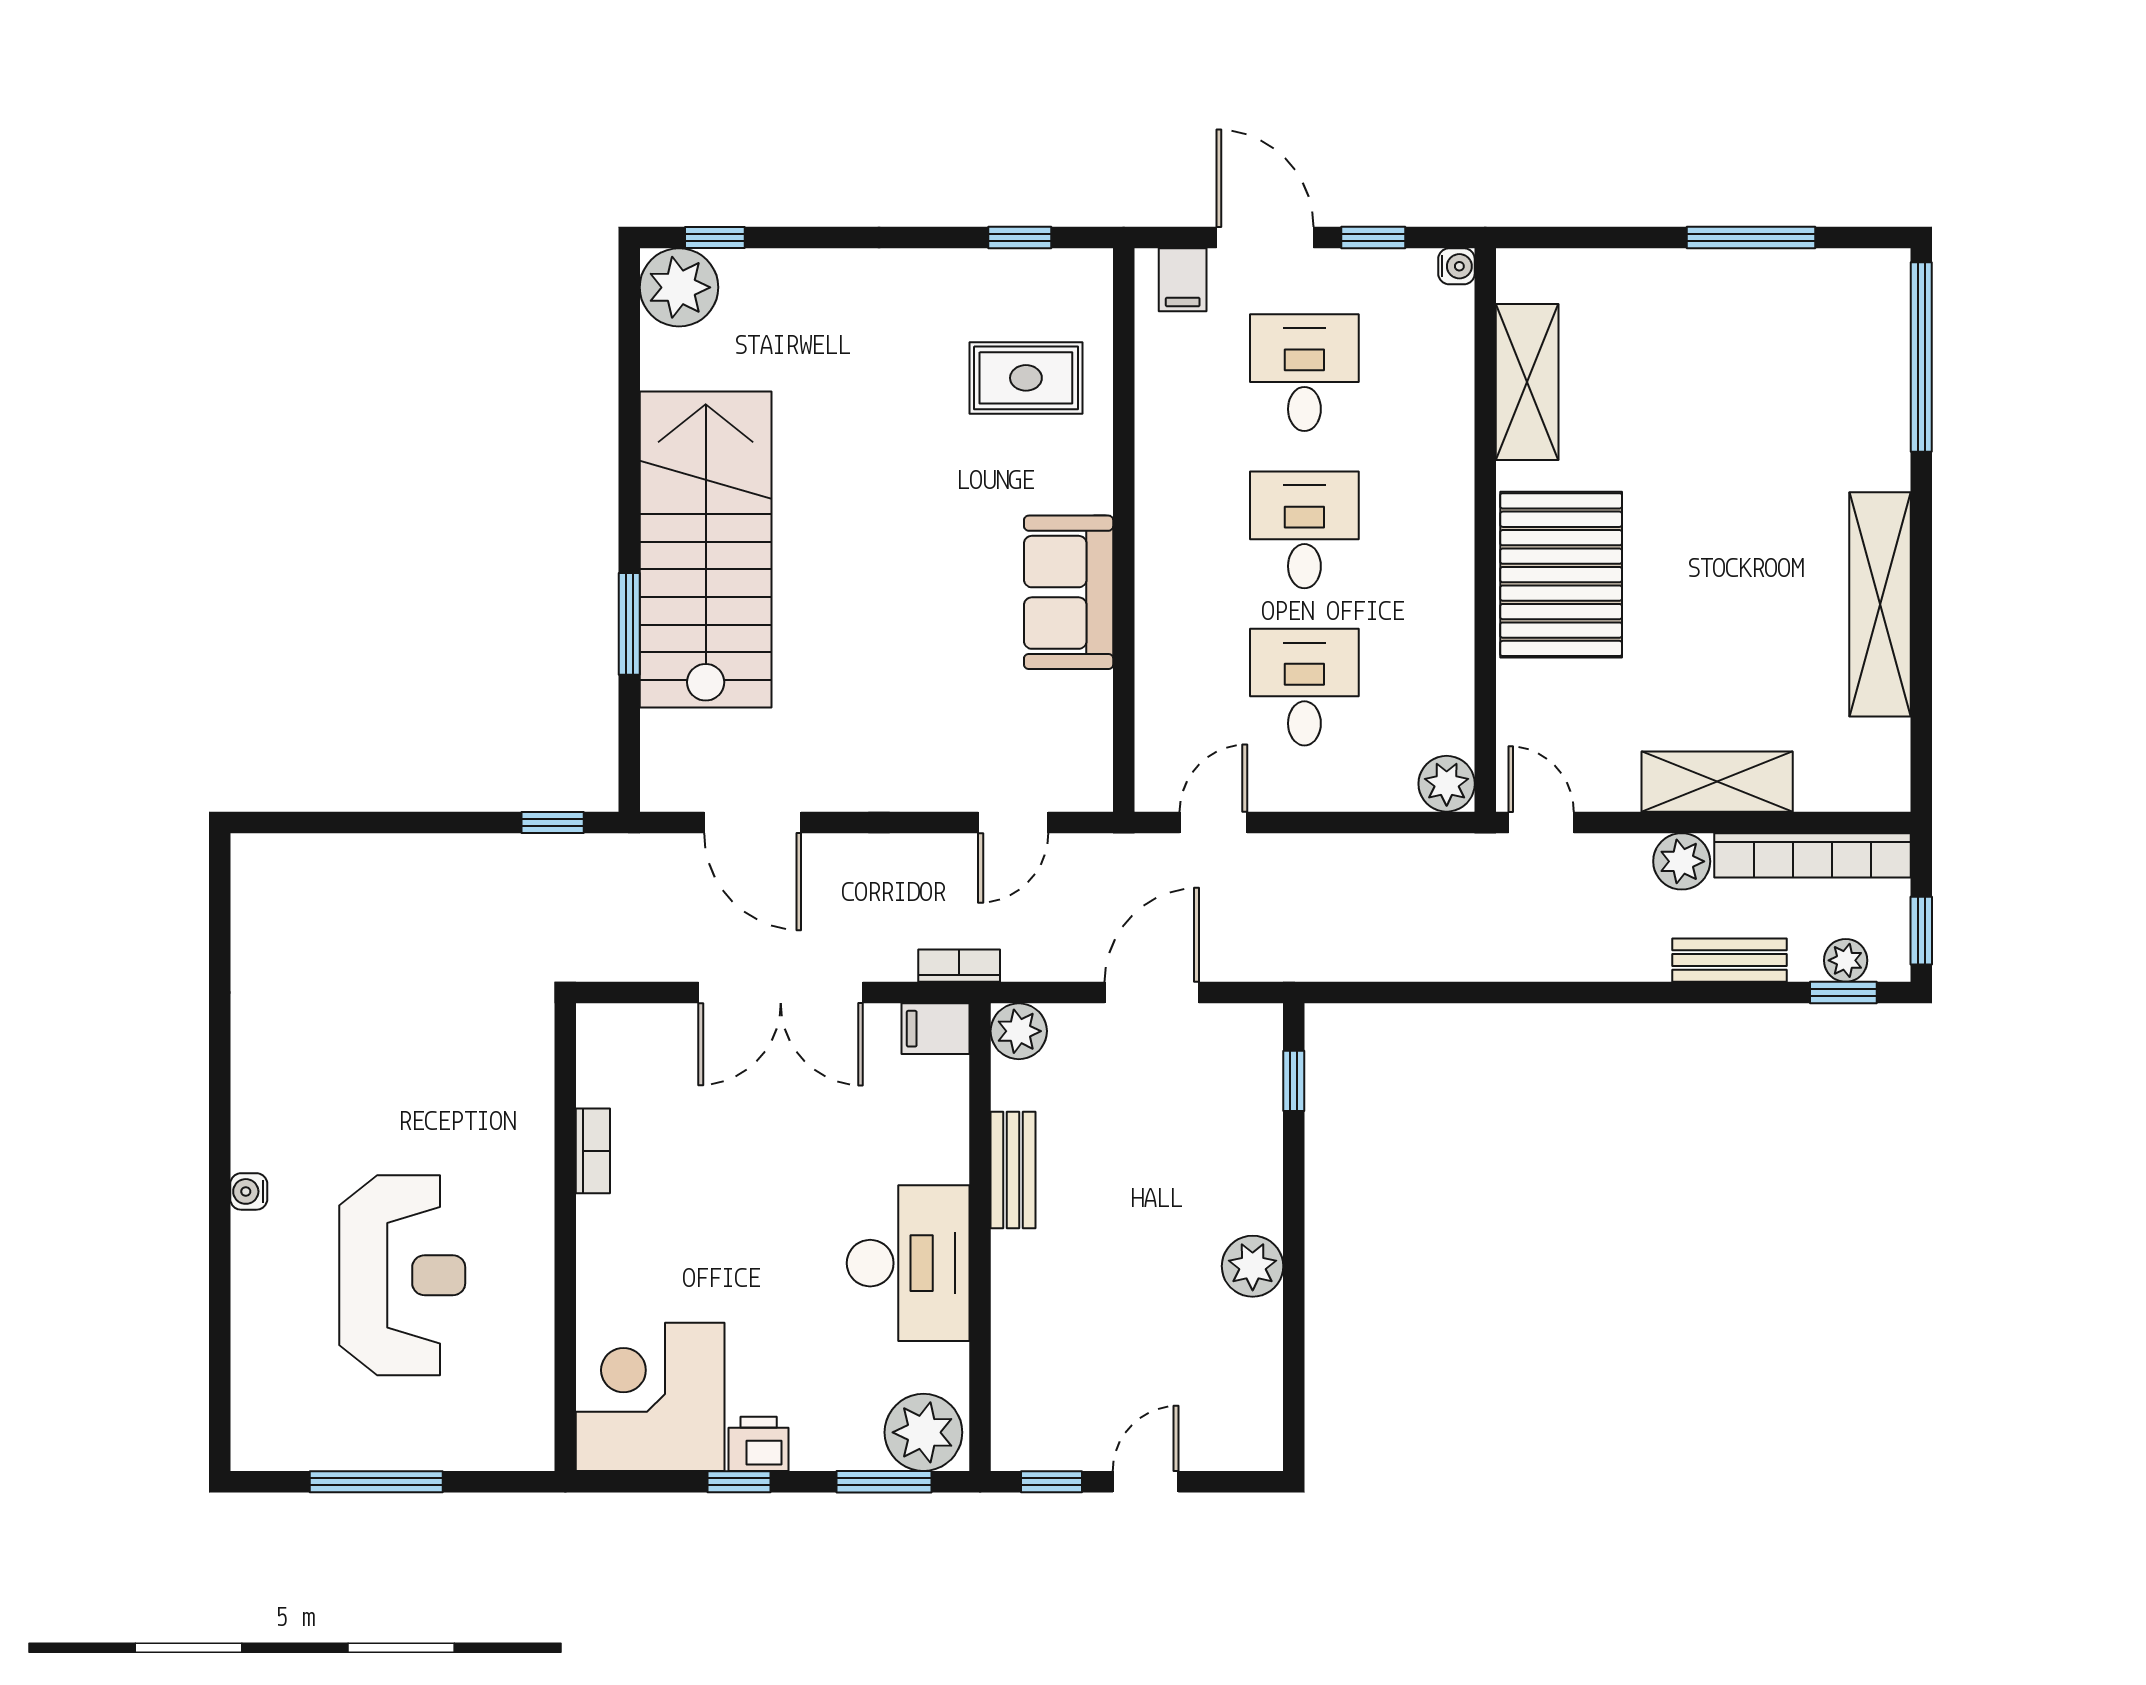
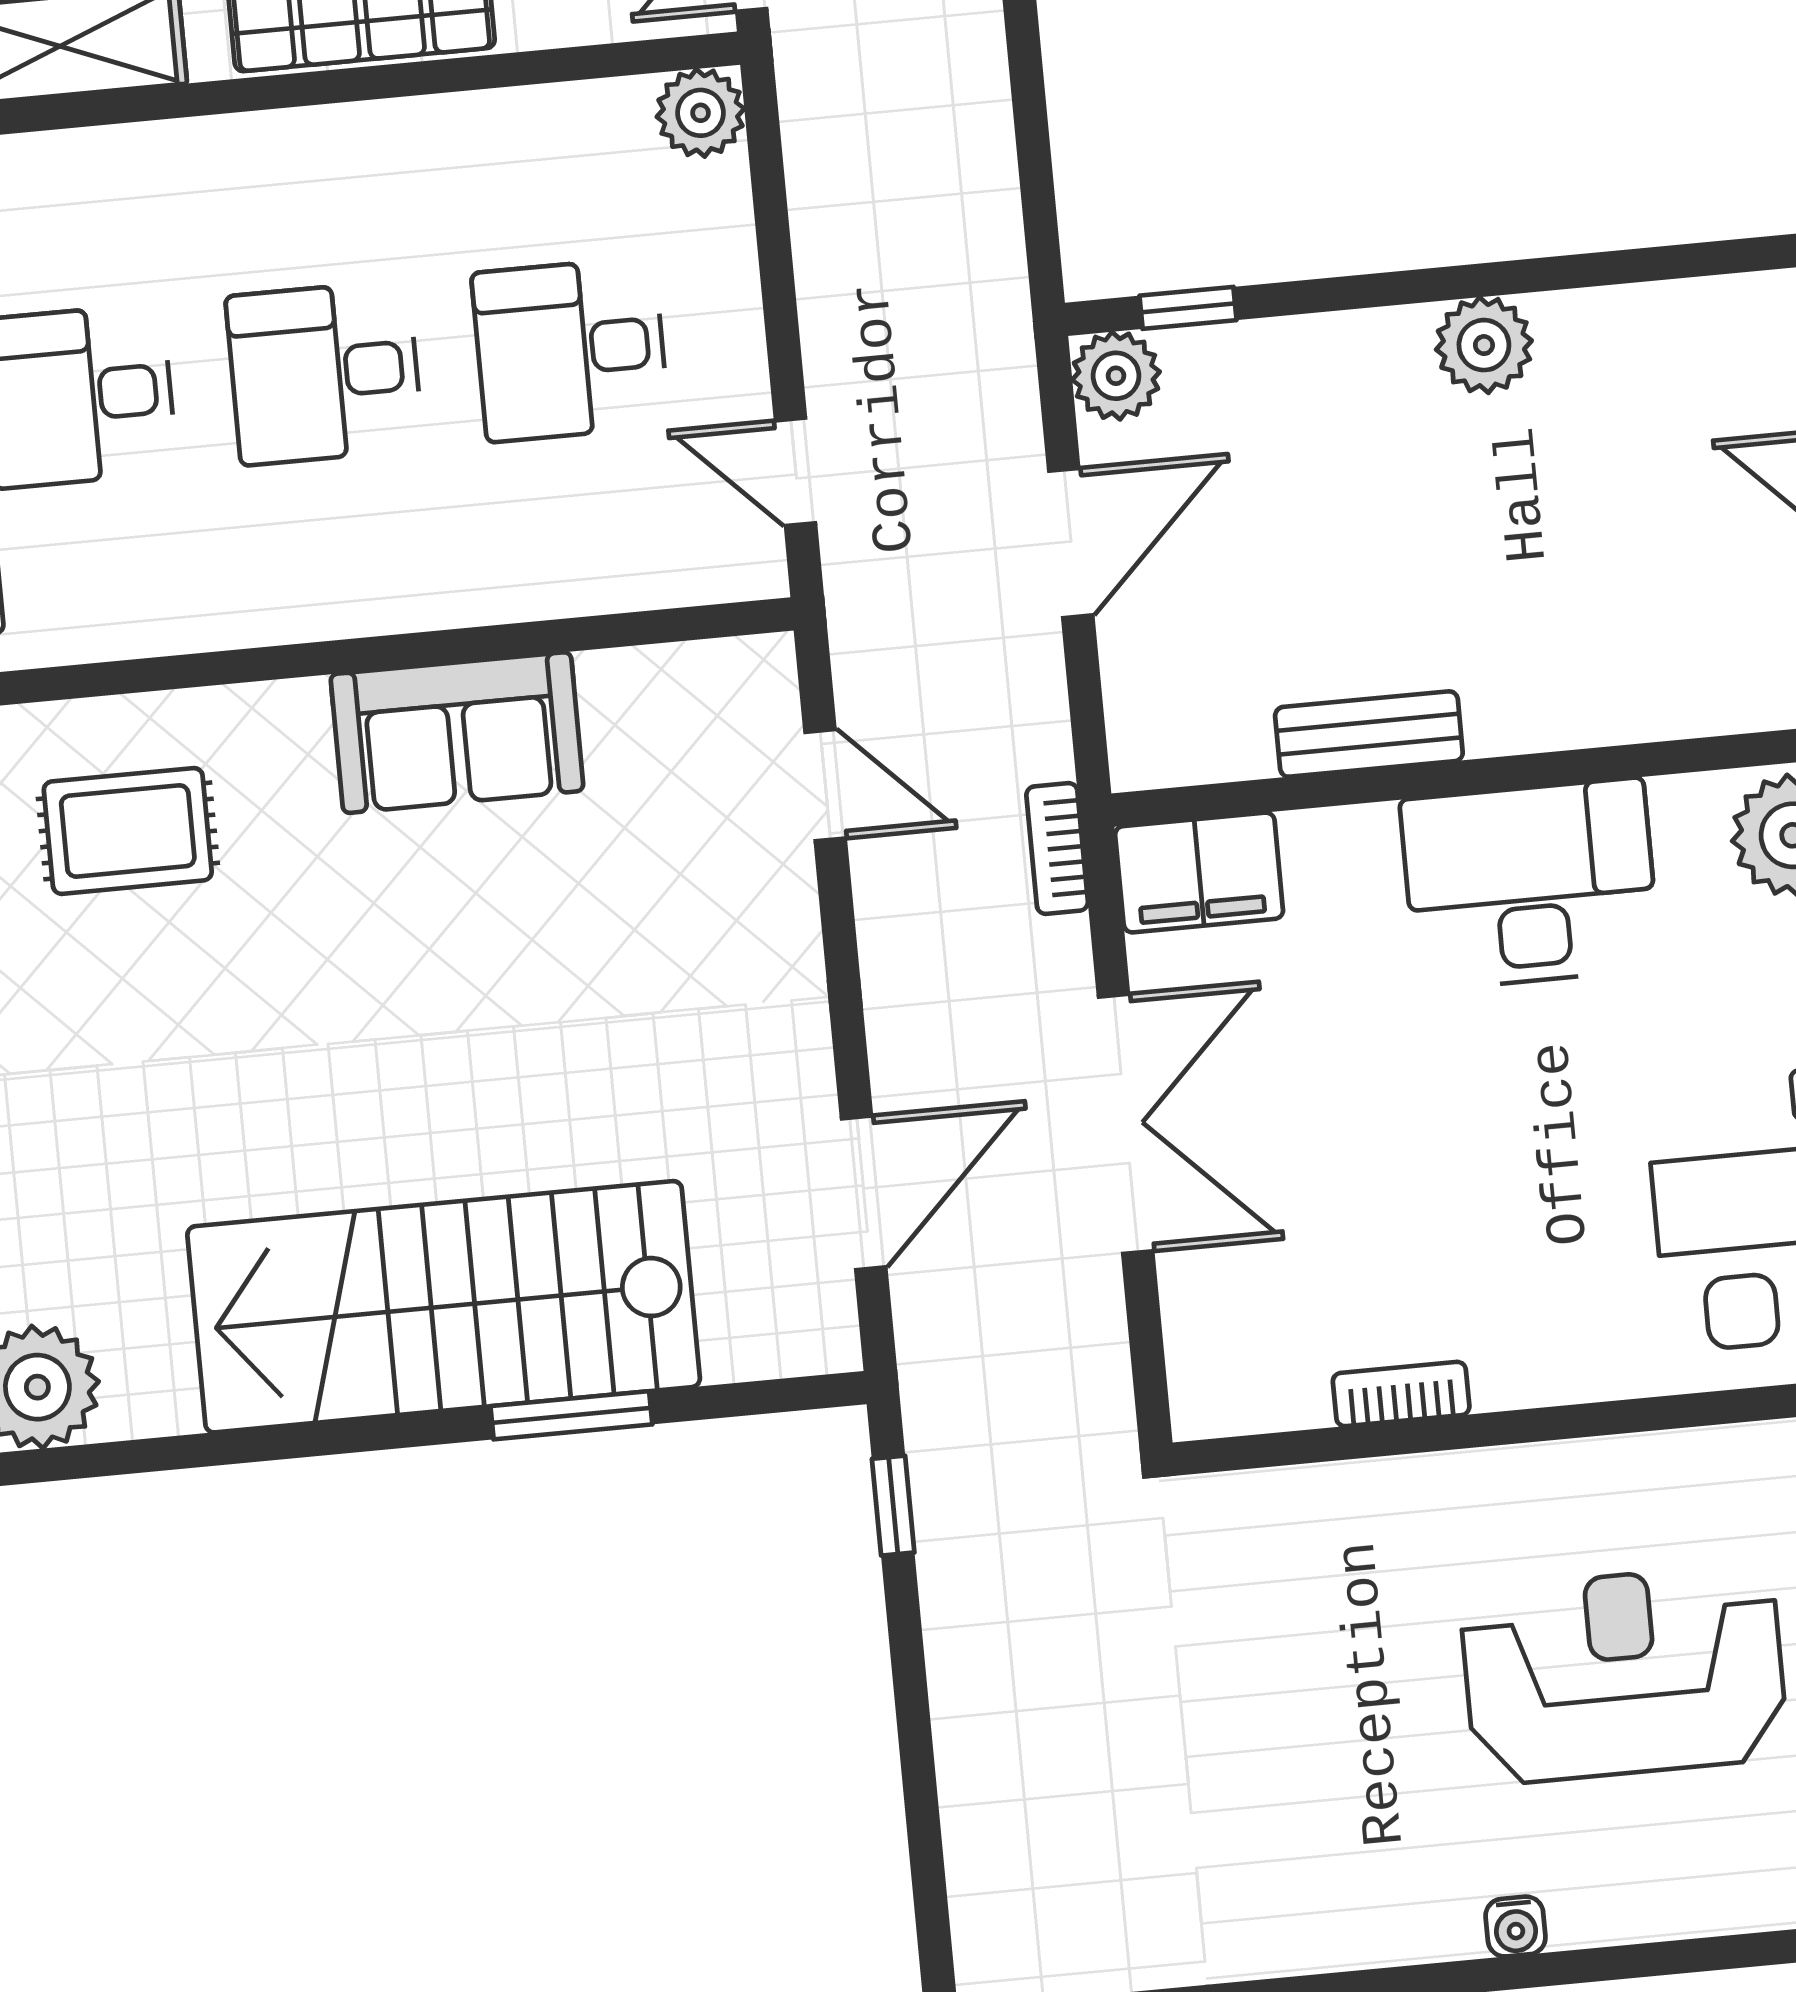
rug: (1026, 378) -> (128, 831), turned 90
door: (1152, 993) -> (1071, 543), swing flipped
filing cabinet: (935, 1029) -> (1199, 872), width x2.00
plant: (1019, 1031) -> (1116, 376), moved

